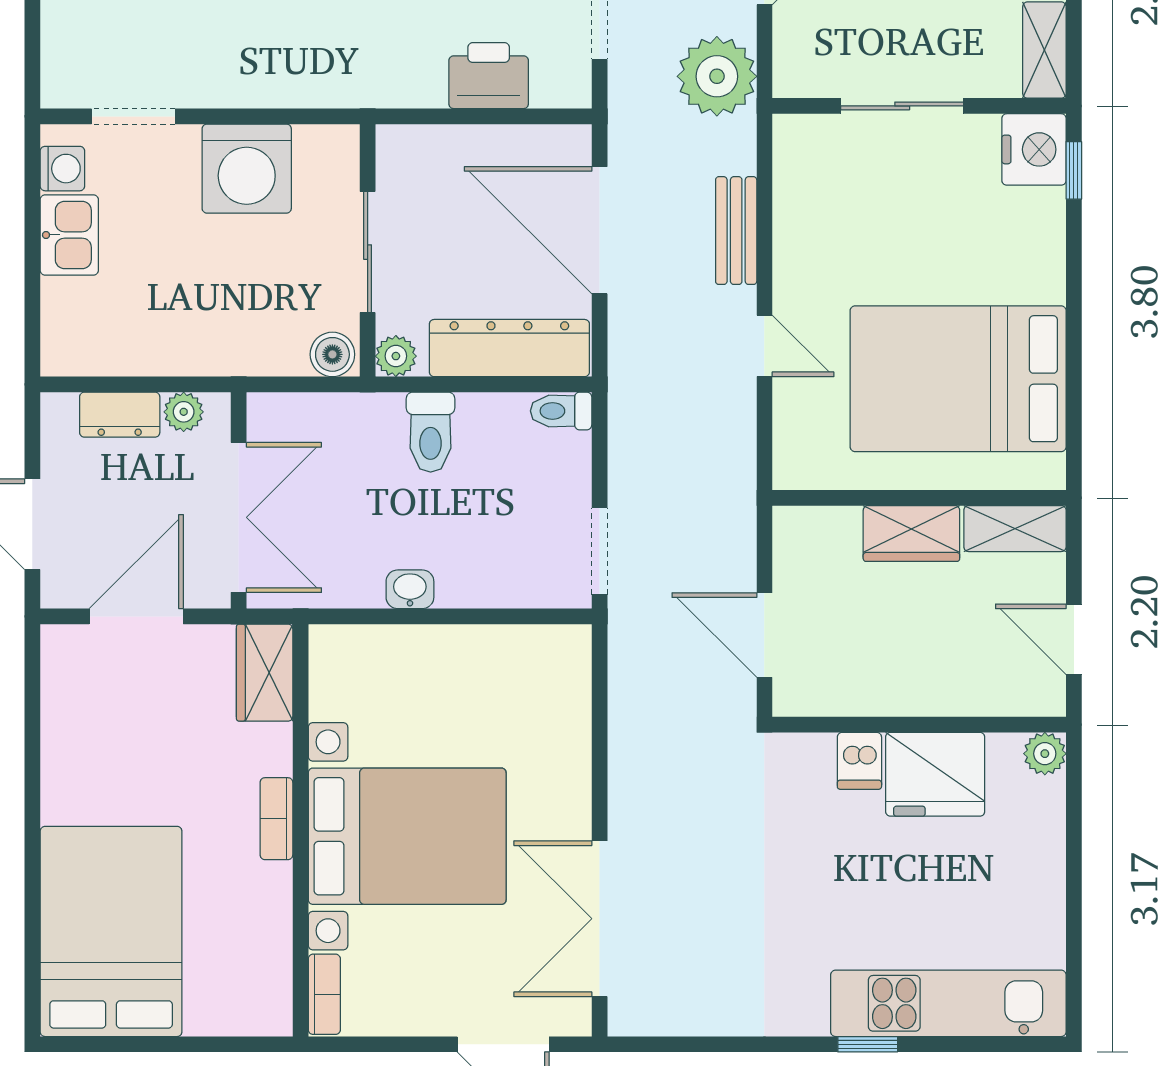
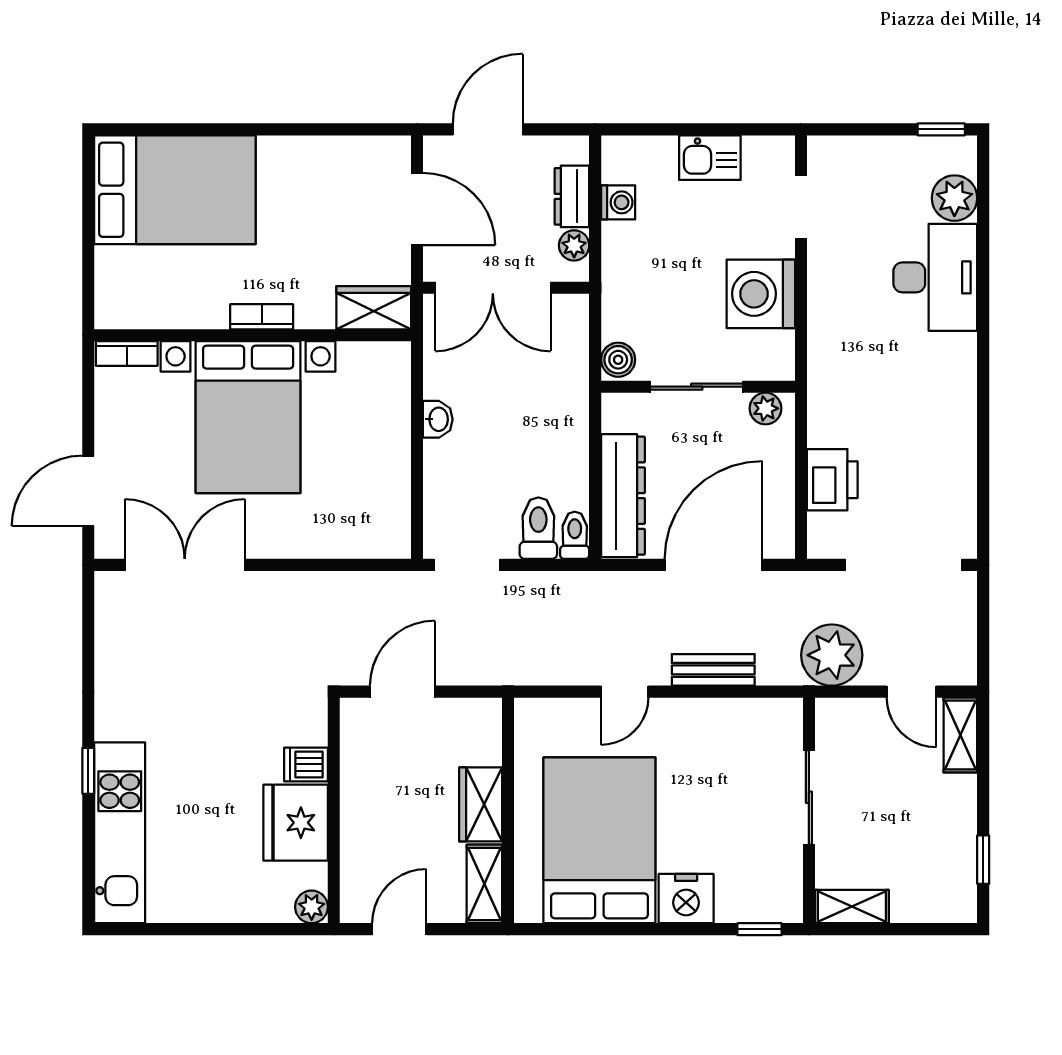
nightstand: (1034, 149) -> (686, 899), moved
washing machine: (62, 169) -> (618, 202), moved, turned -90
plant: (396, 356) -> (766, 408), moved
toilet: (431, 432) -> (538, 528), moved, turned 90

